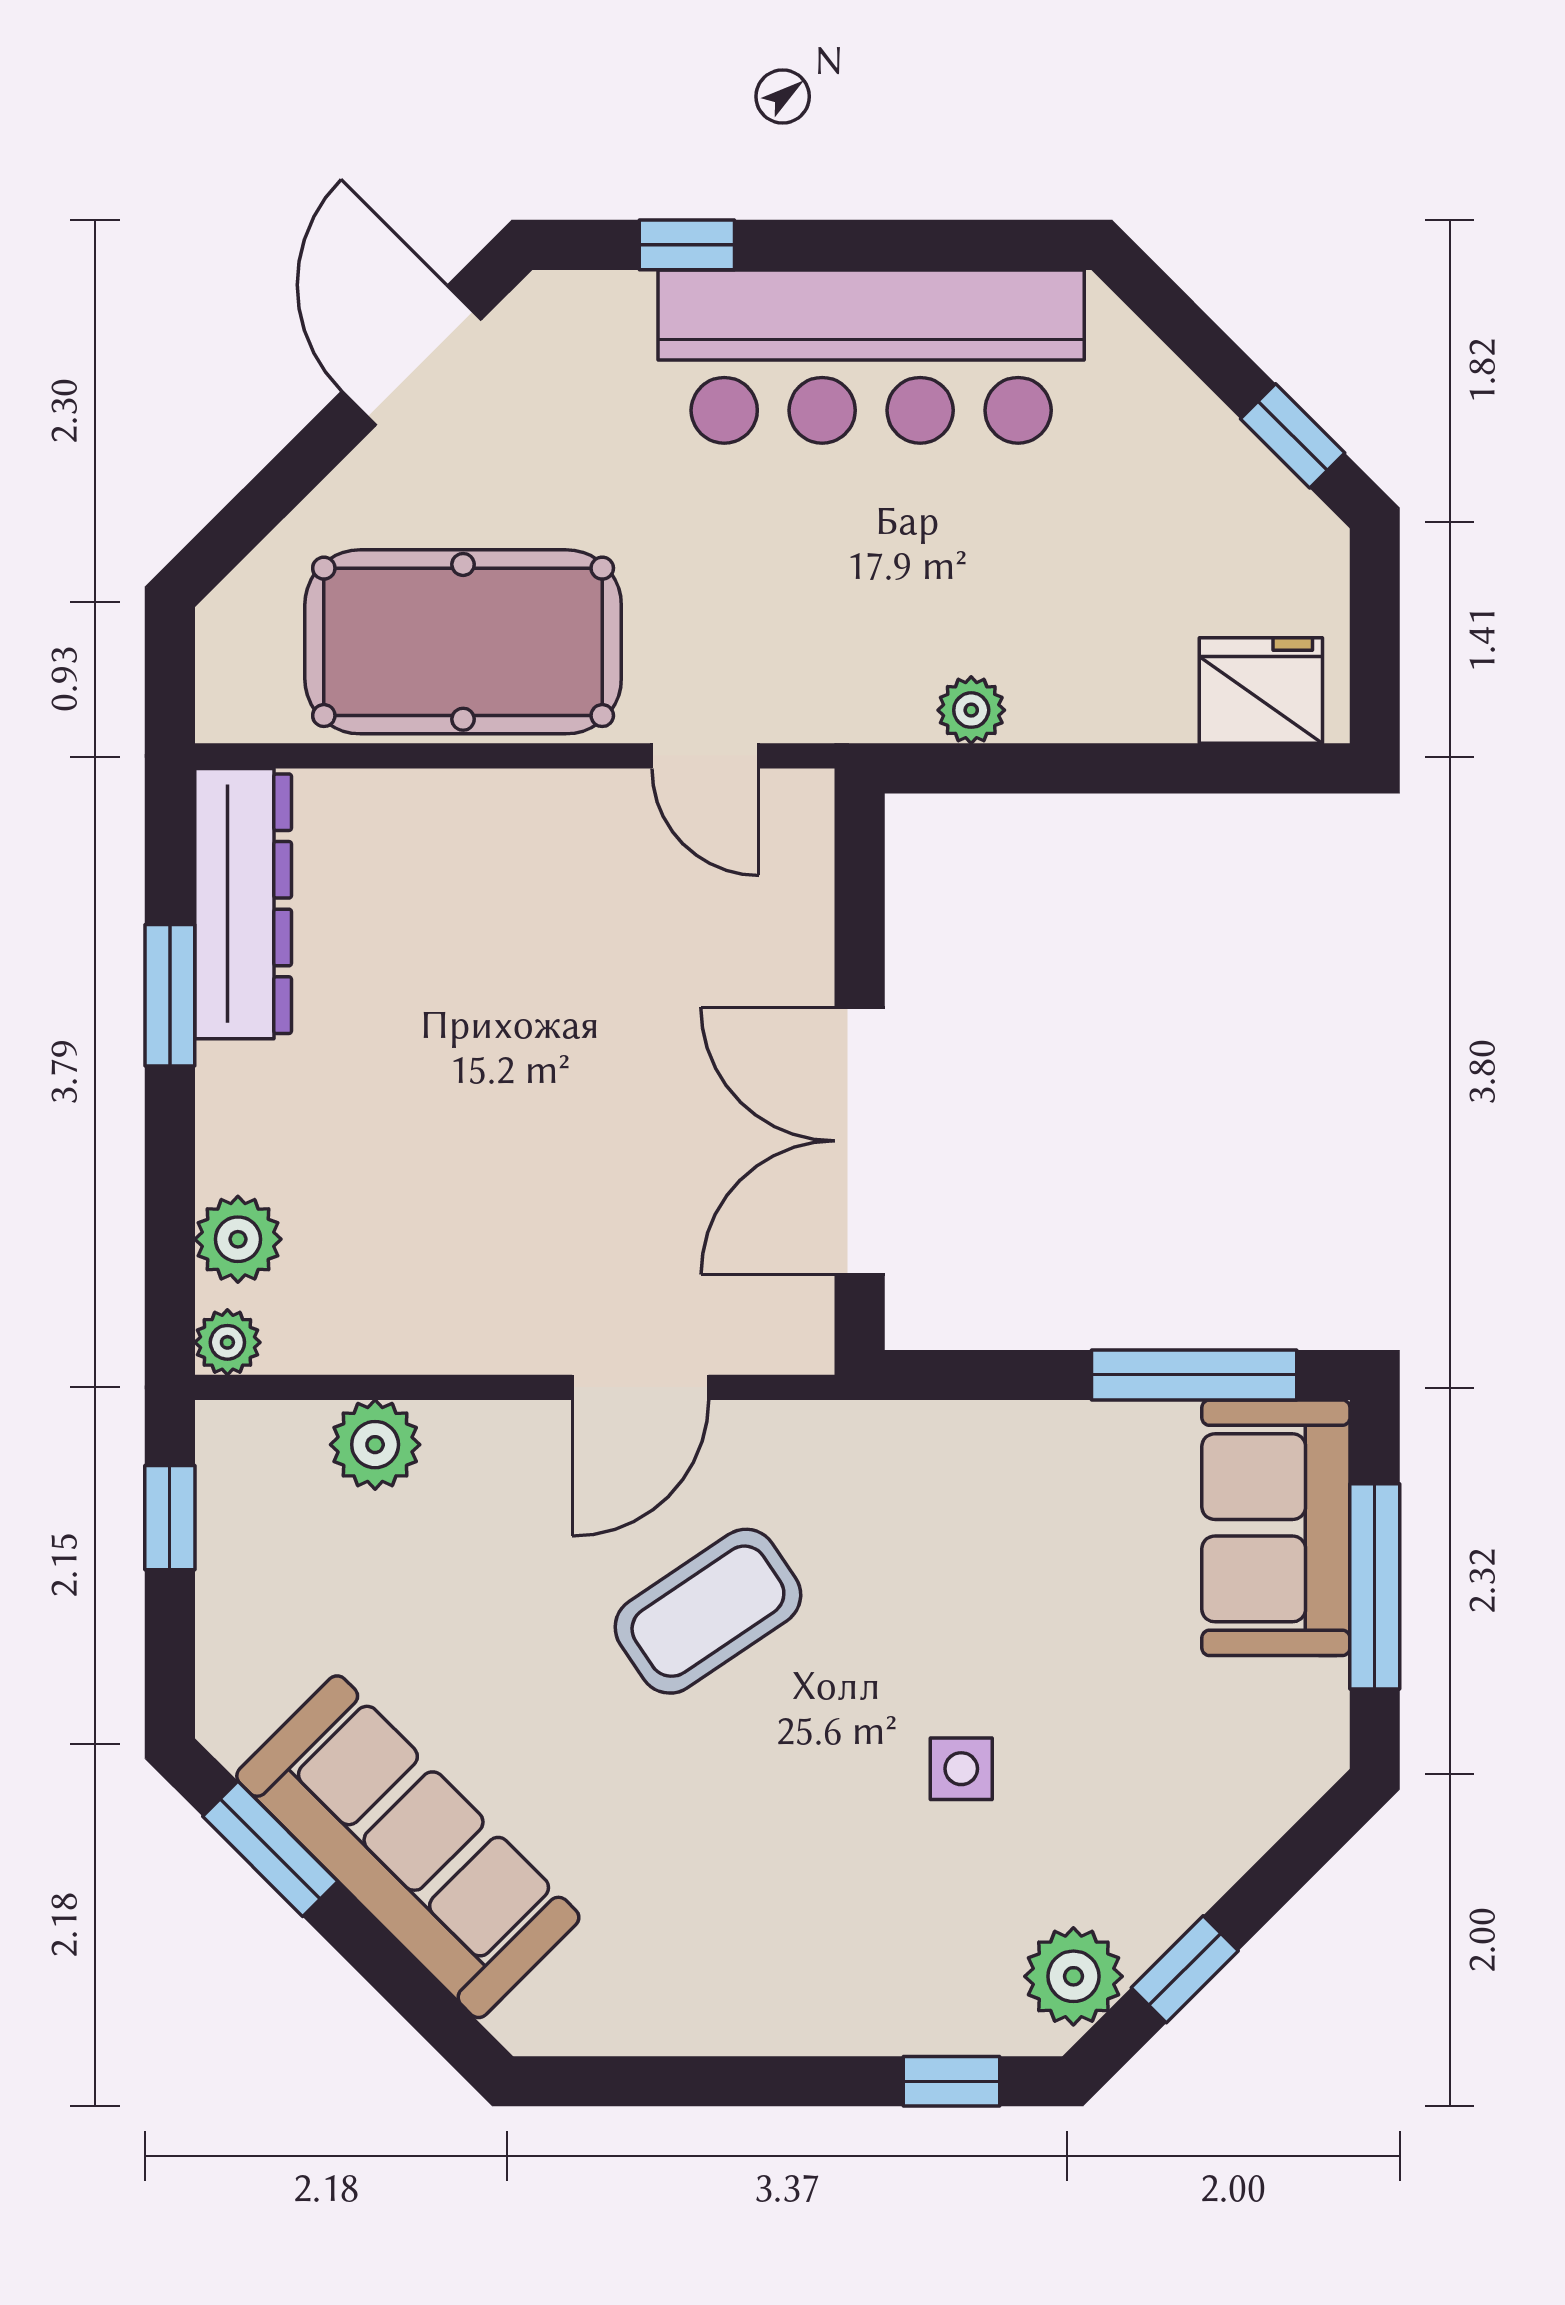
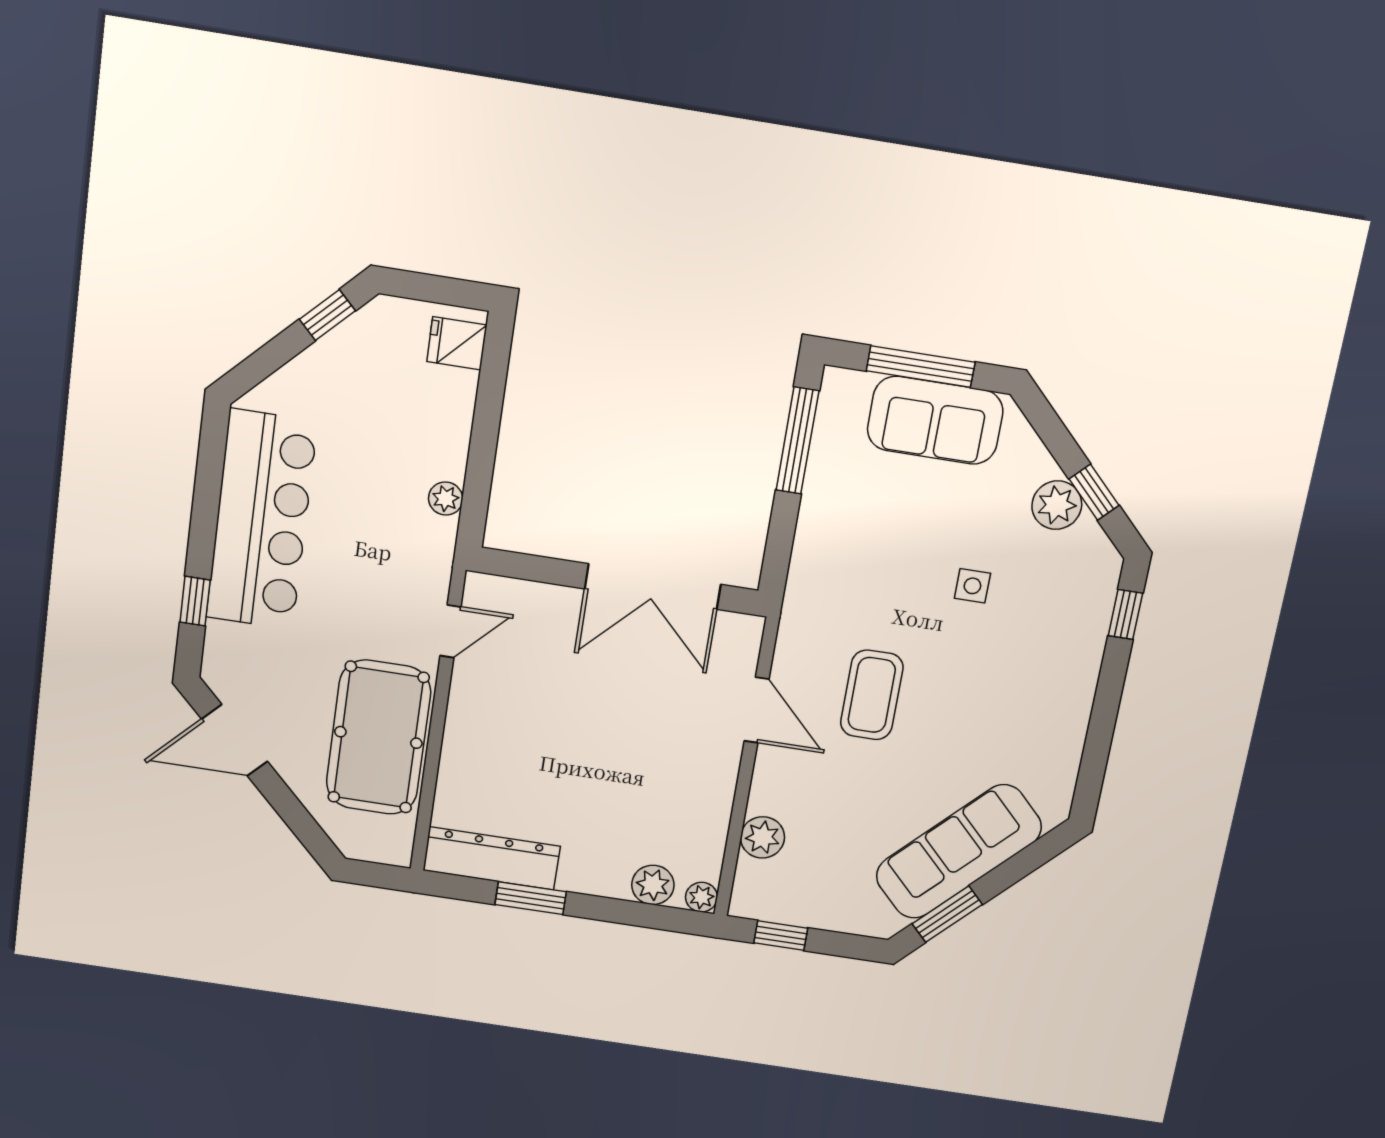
fridge: (1261, 691) -> (457, 343), width x0.72
sofa: (1276, 1528) -> (935, 420), moved
coffee table: (708, 1611) -> (872, 695), turned 34
plant: (1073, 1976) -> (1057, 505), moved

